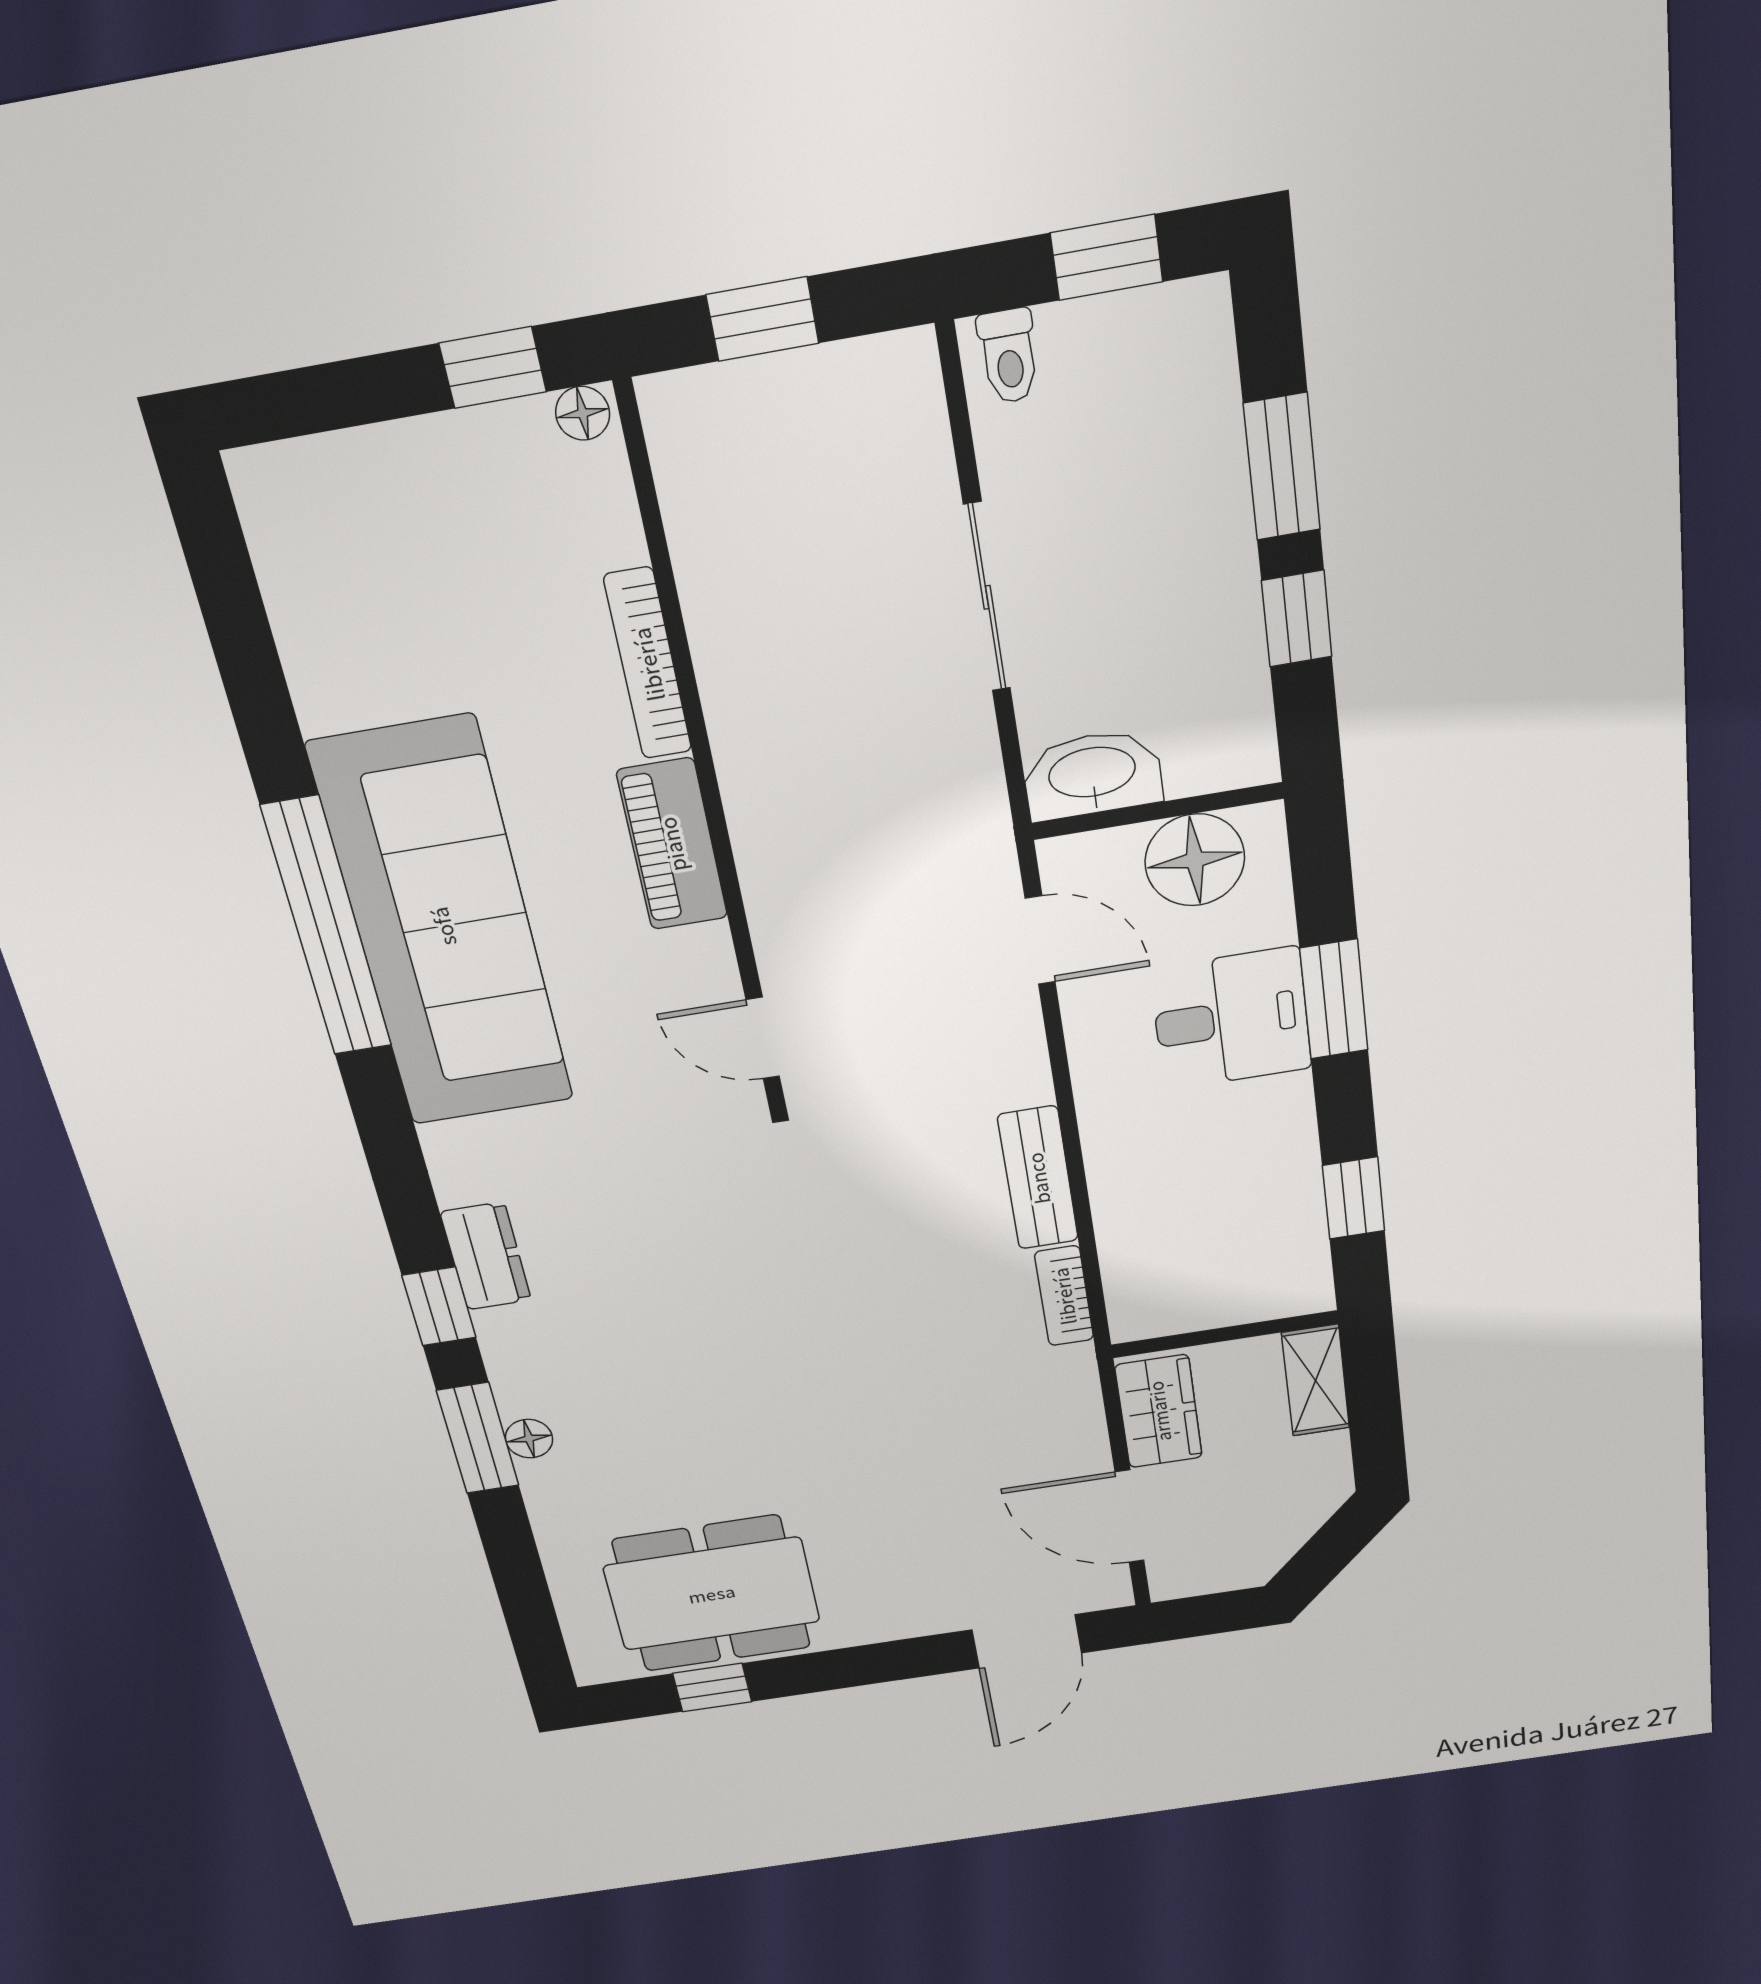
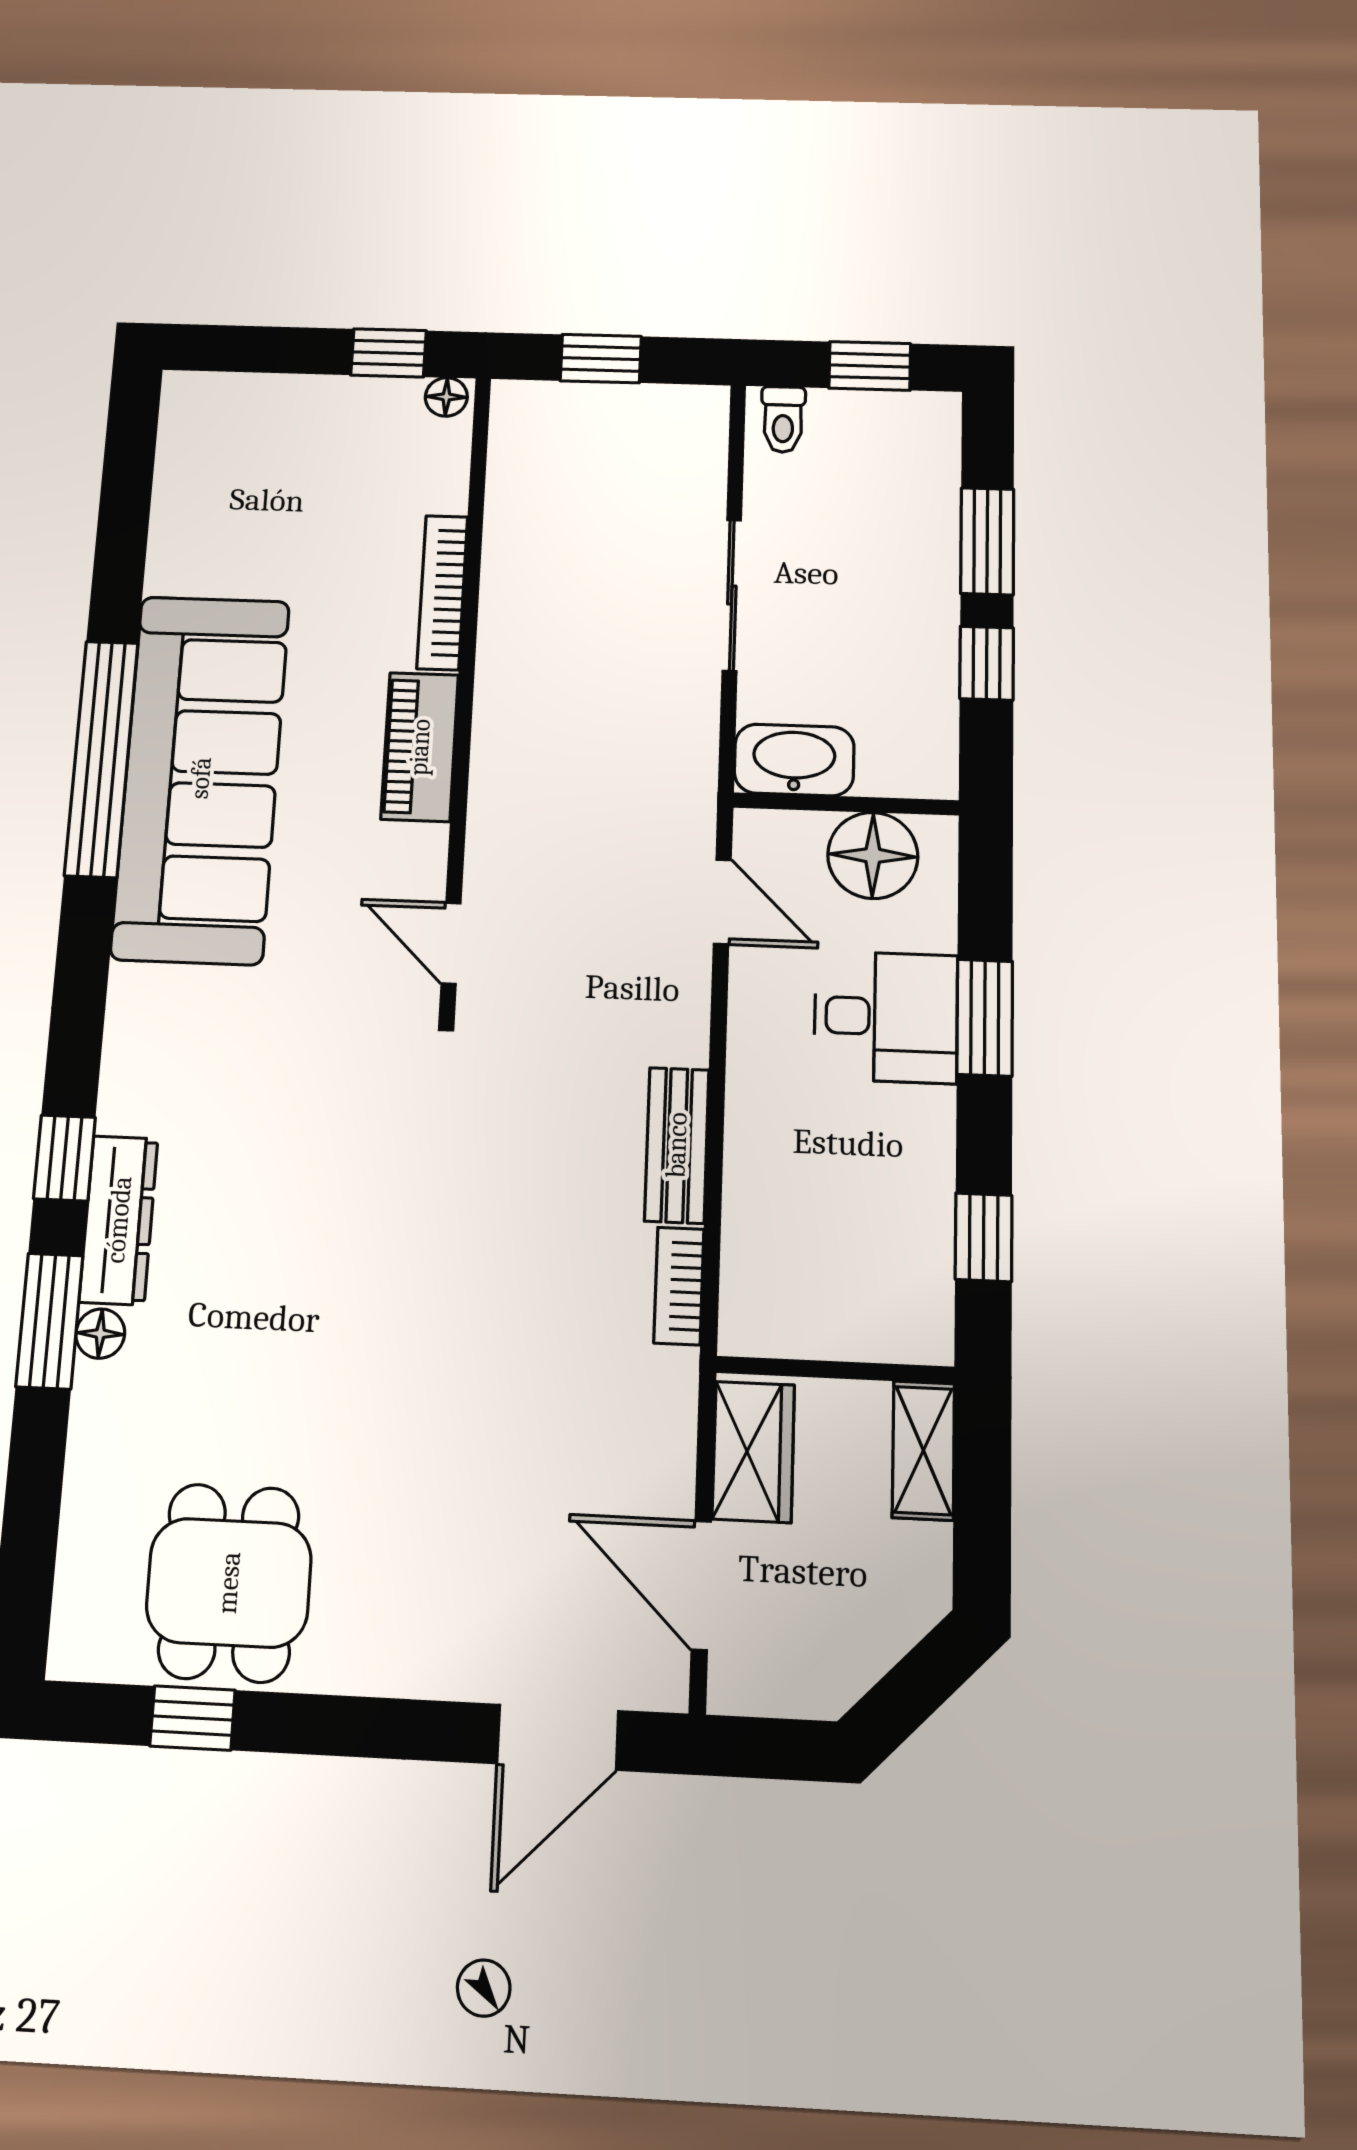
dresser: (486, 1256) -> (119, 1220), moved, width x1.44
dining table: (712, 1594) -> (229, 1583), width x0.73

